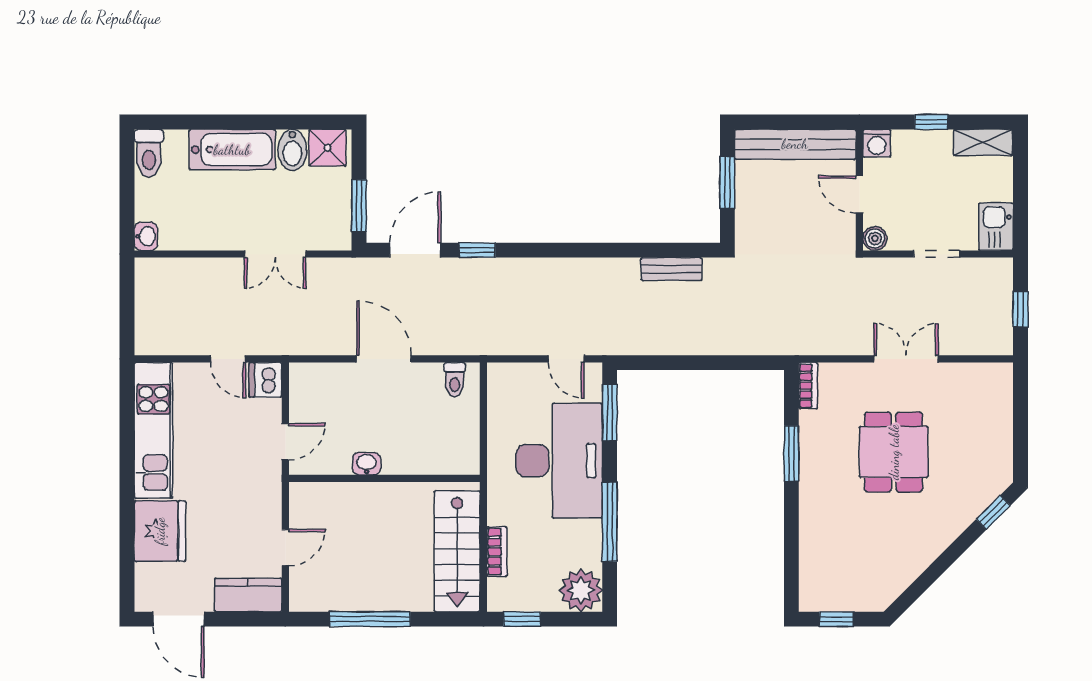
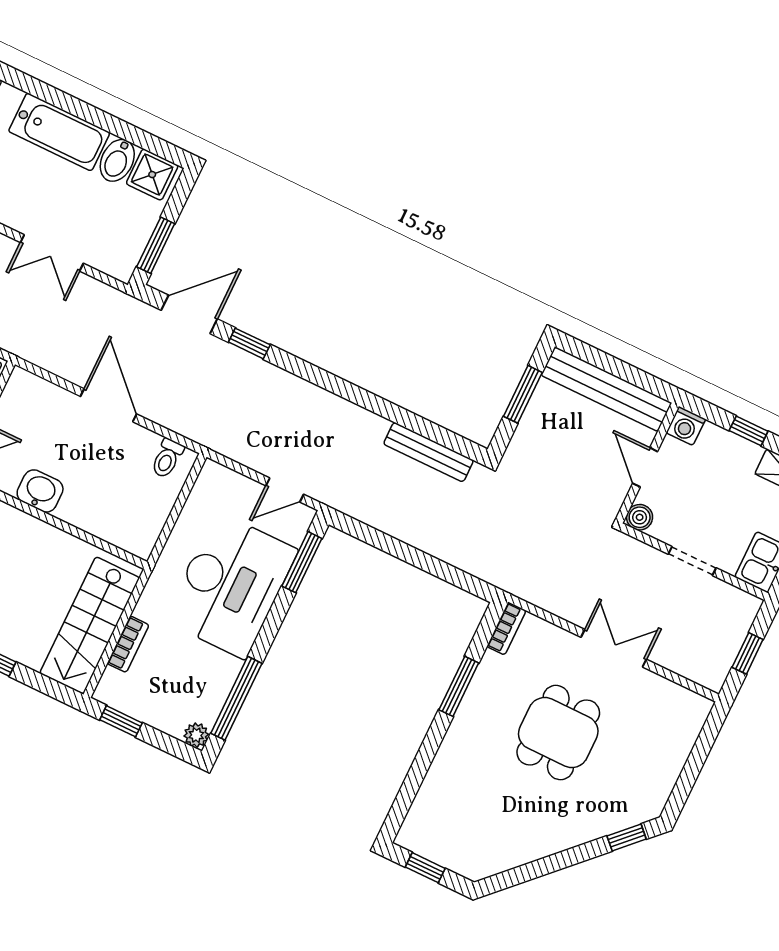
bench: (671, 269) -> (429, 452), width x1.36
door: (566, 359) -> (285, 490), hinge flipped
washbasin: (366, 464) -> (40, 491), width x1.38, depth x1.45
window: (610, 522) -> (236, 698), moved
plant: (581, 590) -> (196, 735), width x0.53, depth x0.53

